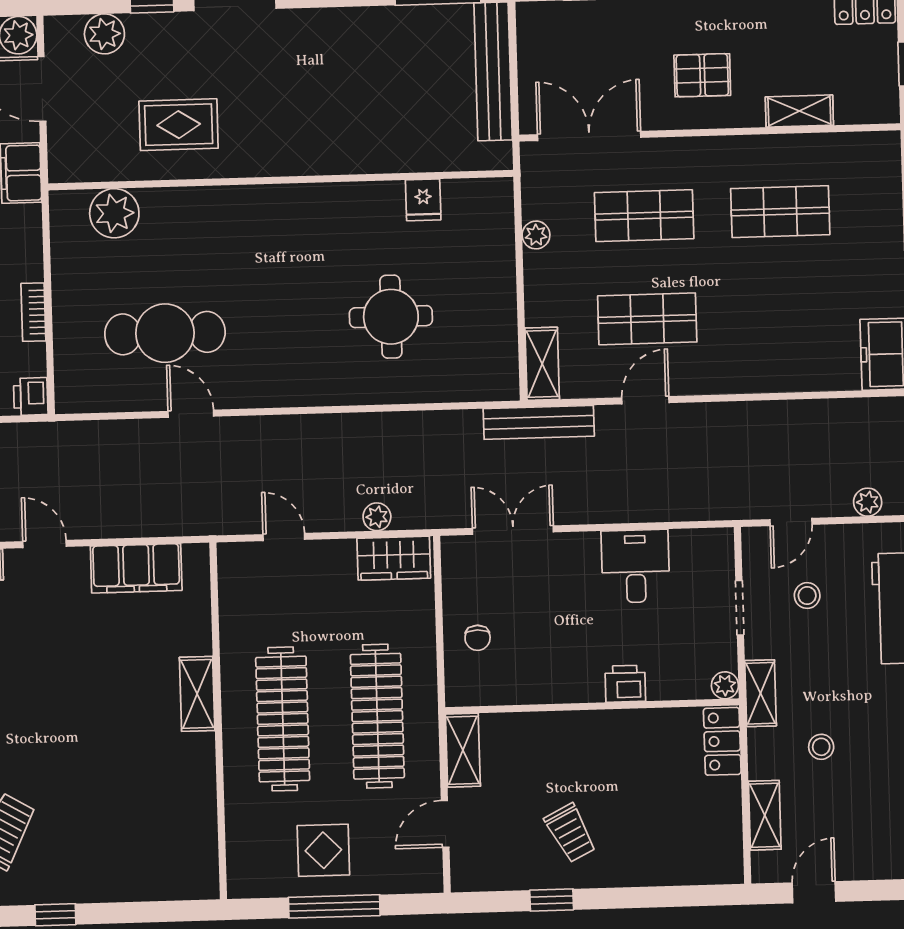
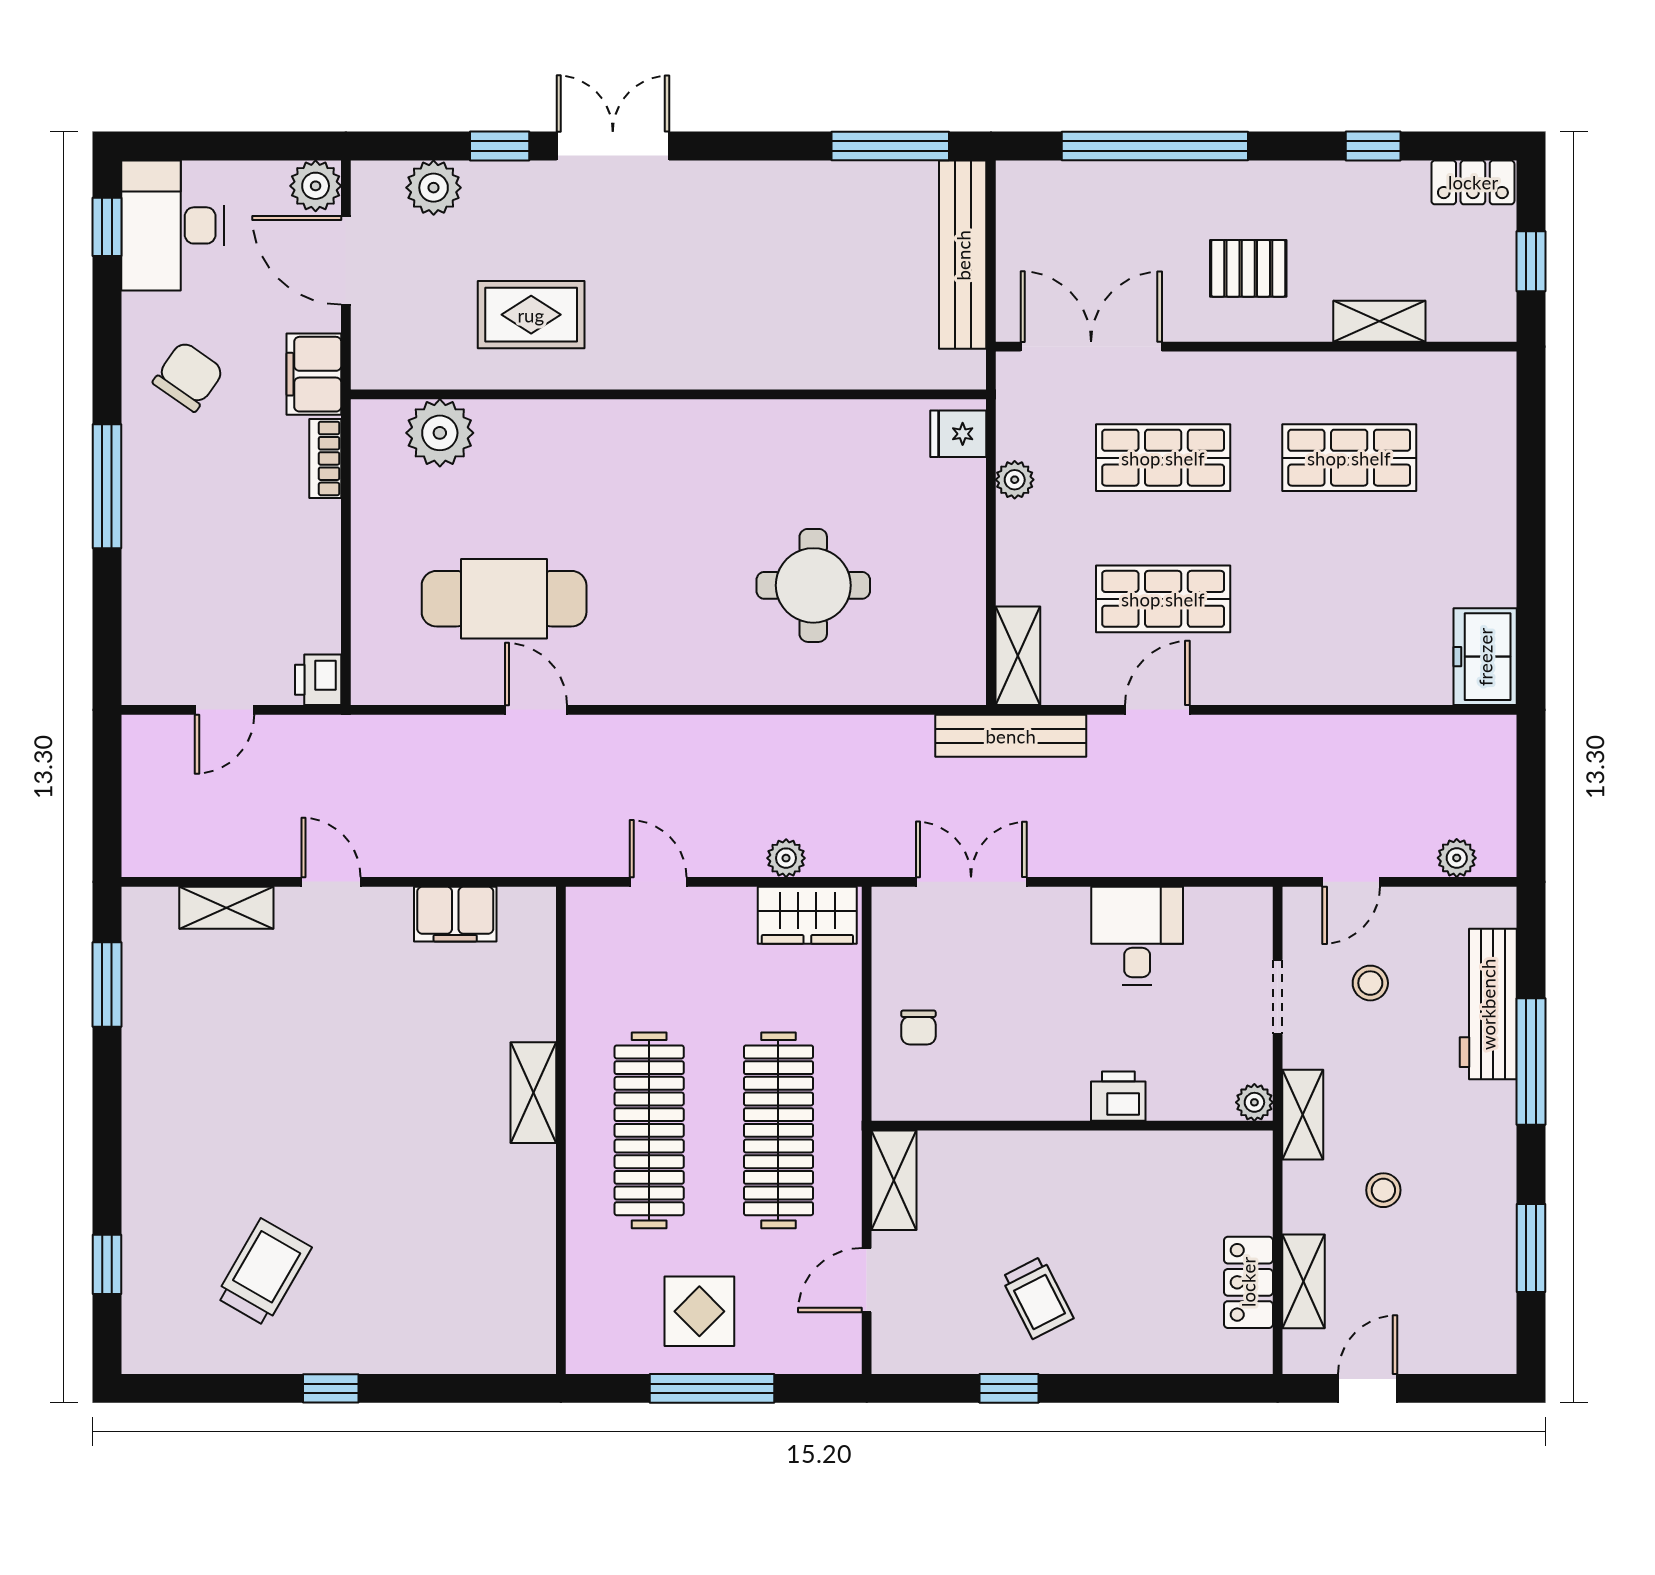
fridge: (423, 200) -> (958, 434), moved, turned 90
bookcase: (33, 312) -> (325, 458), moved
filing cabinet: (136, 568) -> (455, 914), width x0.67, depth x0.86
locker: (722, 741) -> (1248, 1282), moved

